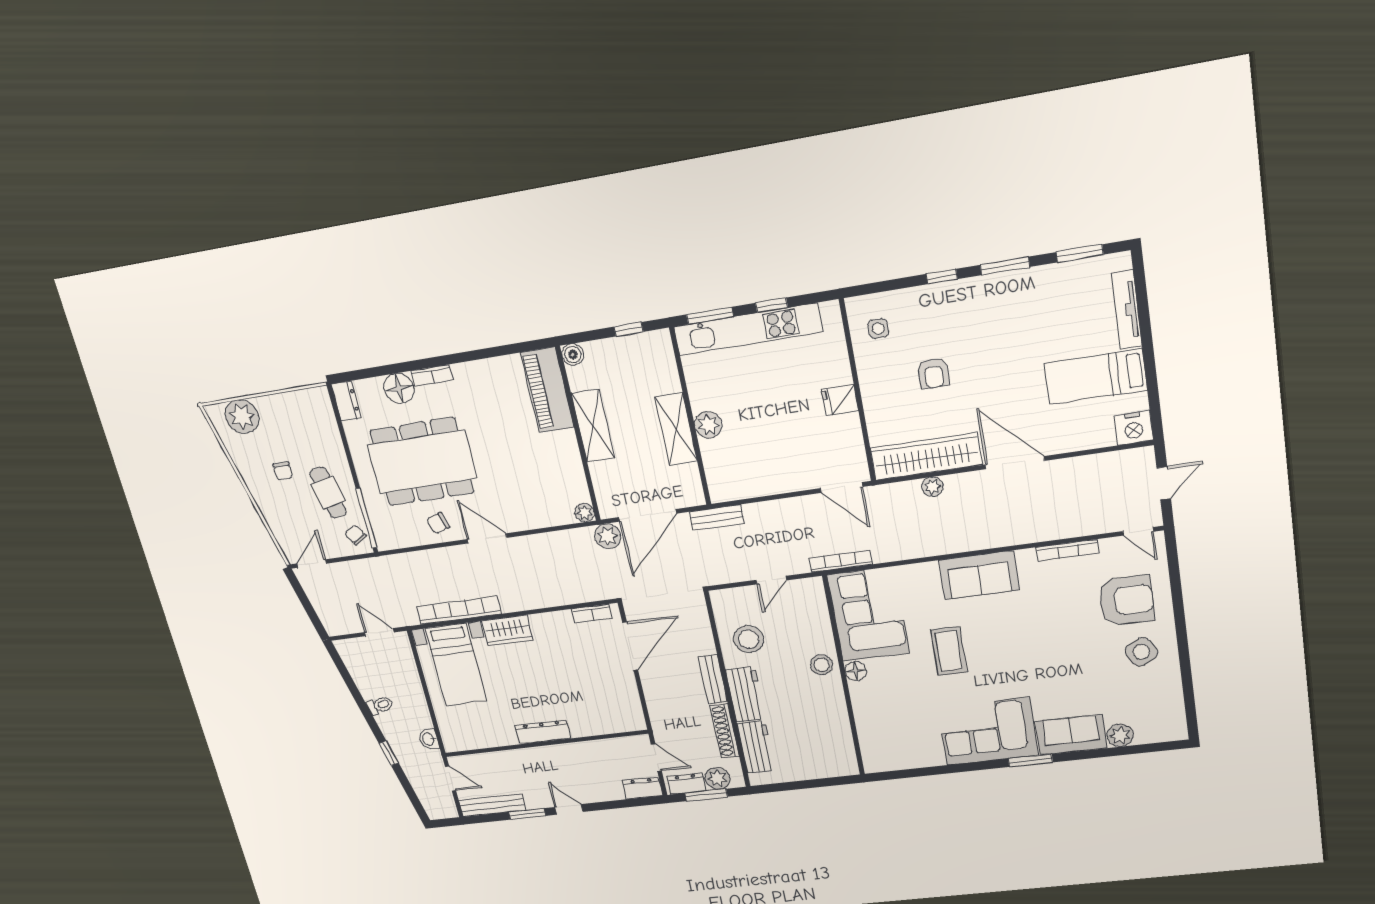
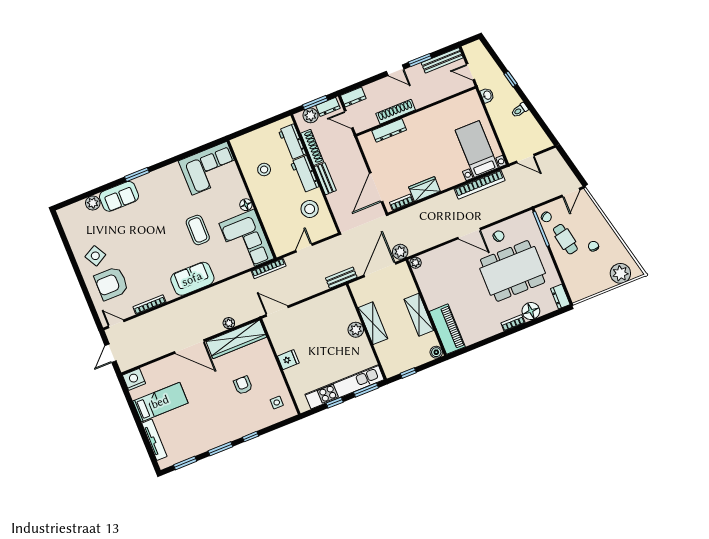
wardrobe: (507, 630) -> (424, 189), moved
stool: (821, 665) -> (264, 169), moved
corner sofa: (988, 731) -> (209, 168), moved
dresser: (543, 732) -> (389, 130), moved
shoe rack: (578, 751) -> (396, 112), added

